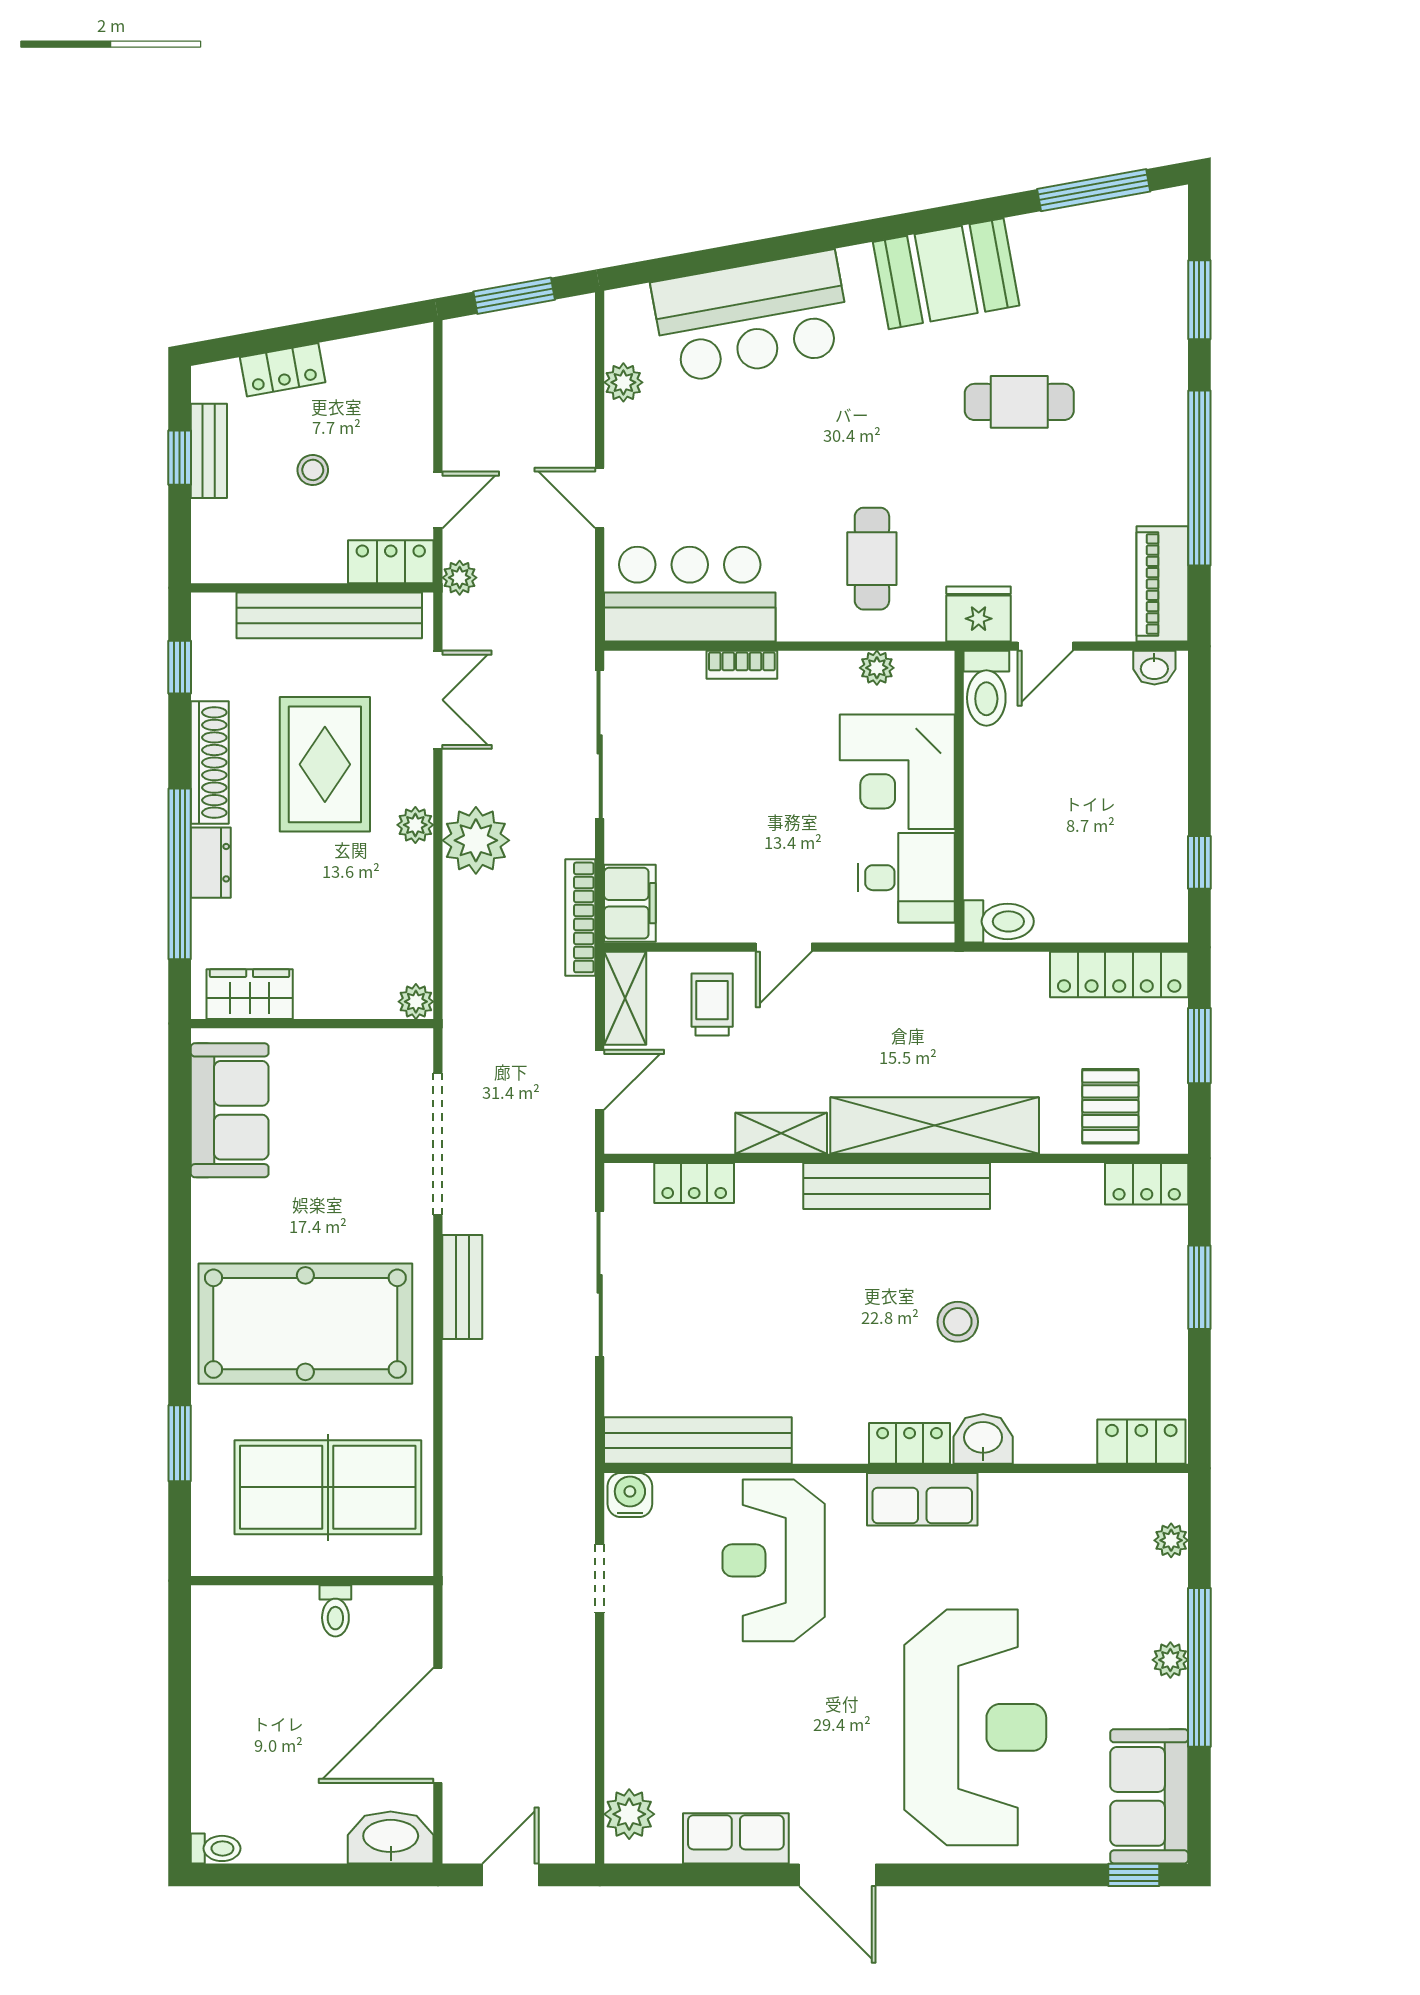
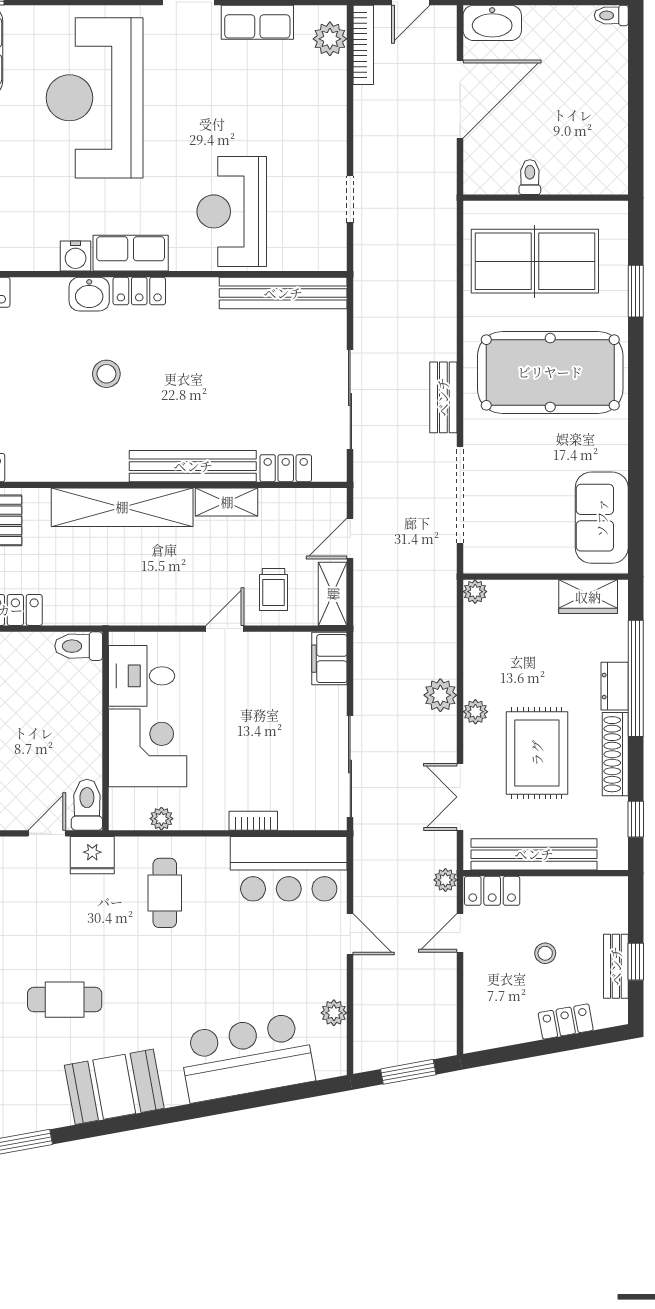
plant: (476, 840) -> (440, 695), width x0.73, depth x0.73
bookcase: (580, 917) -> (363, 45), moved
bench: (897, 1186) -> (193, 466), moved
water cooler: (630, 1495) -> (76, 256), moved
reception desk: (774, 1560) -> (232, 211), turned 180

